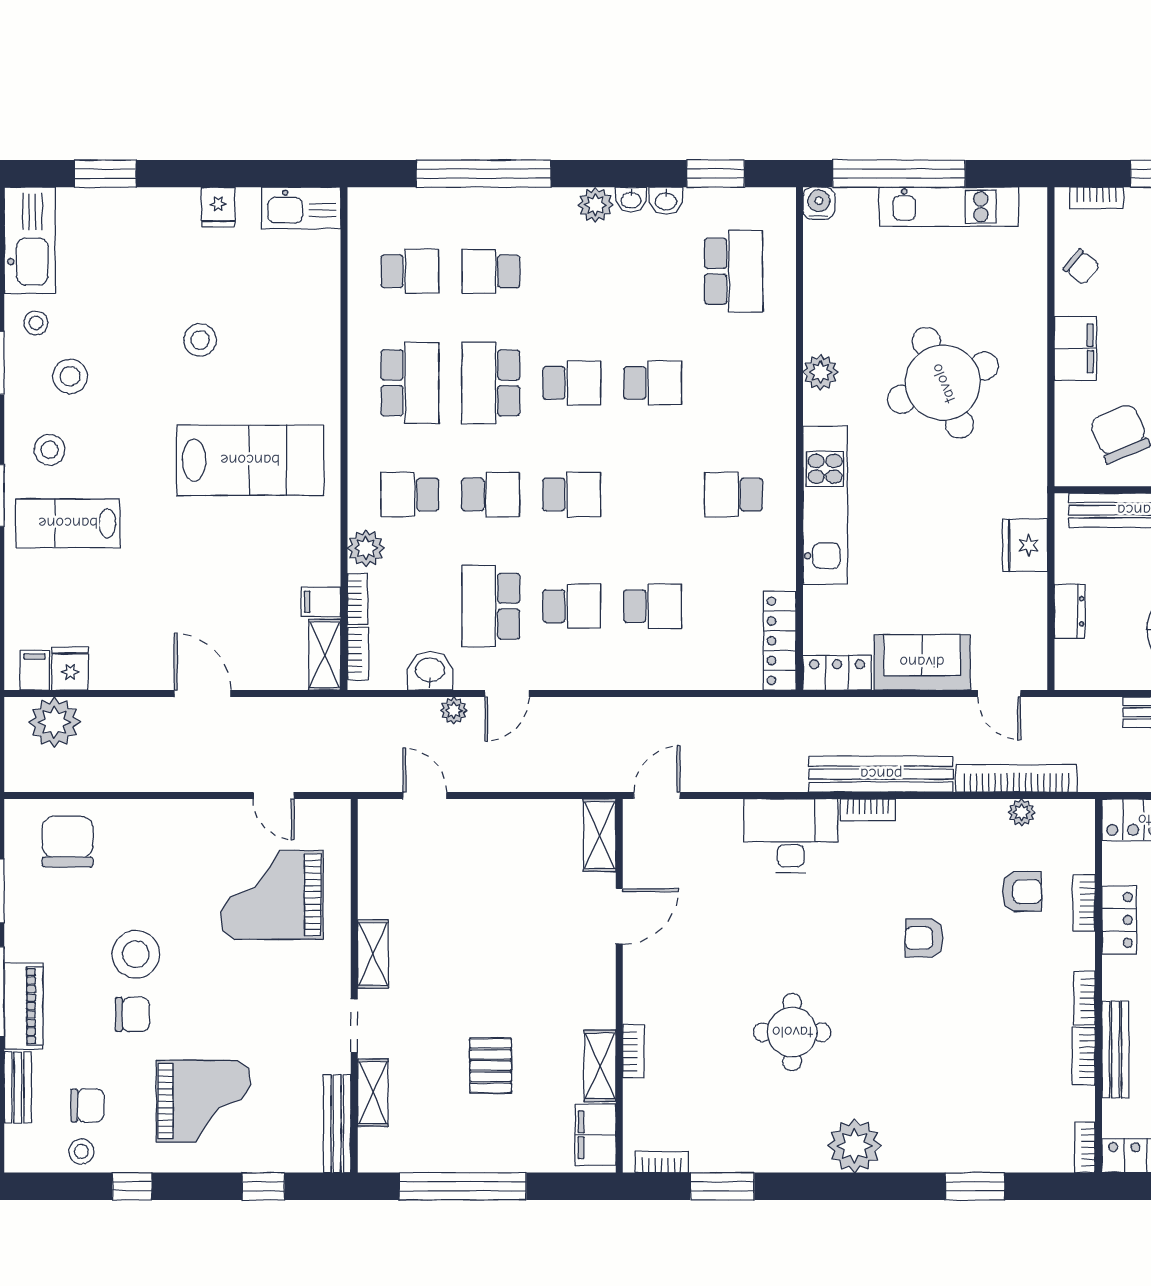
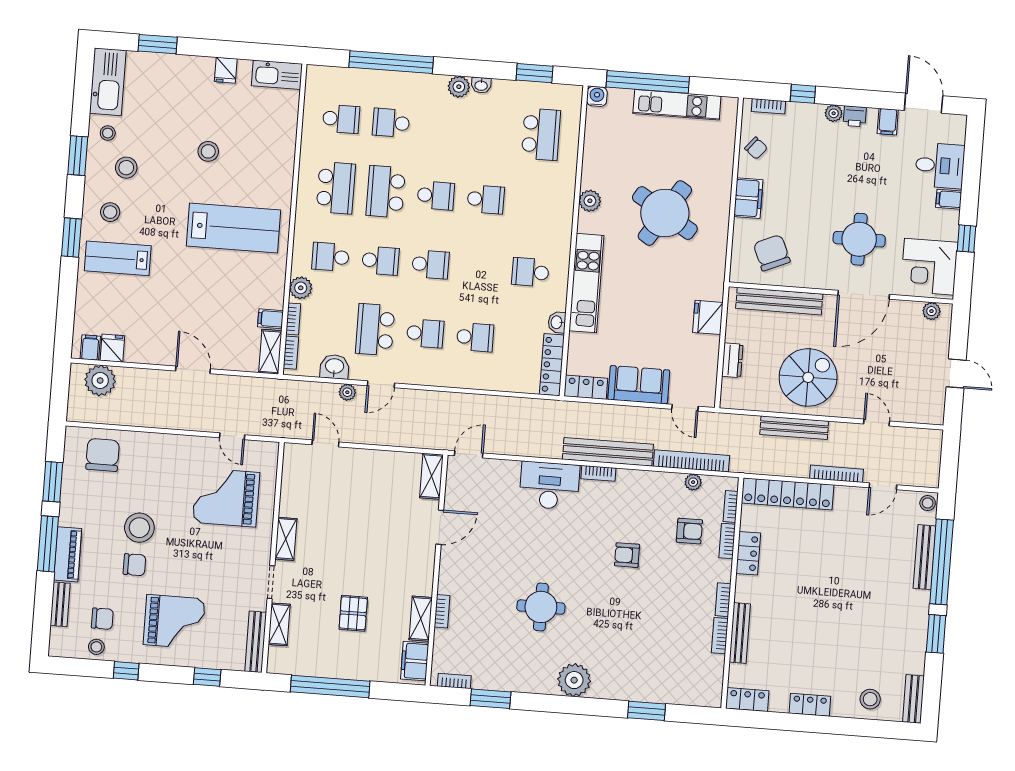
washbasin: (666, 201) -> (557, 322), moved, turned 90
round table: (943, 383) -> (665, 213), turned -36
bookcase: (1085, 1147) -> (731, 506), moved

